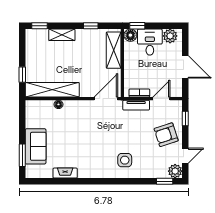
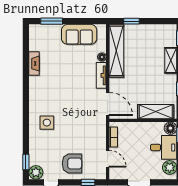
tv unit: (136, 105) -> (101, 75), moved
armchair: (166, 135) -> (72, 164), turned 108
sofa: (36, 146) -> (79, 34), moved

